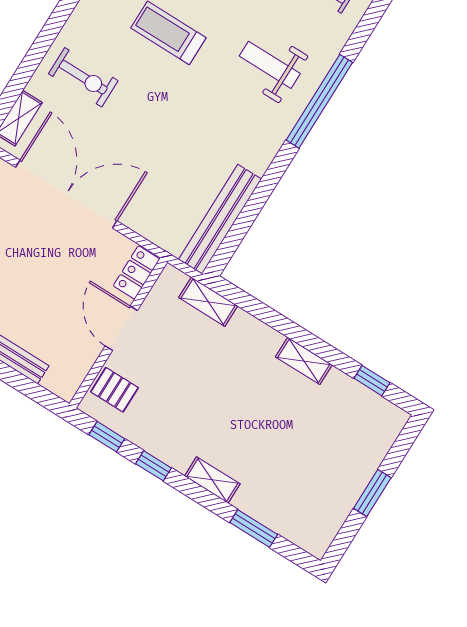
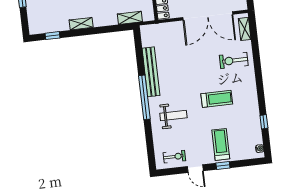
window: (319, 101) -> (144, 97), moved
bench: (220, 219) -> (151, 72), moved

